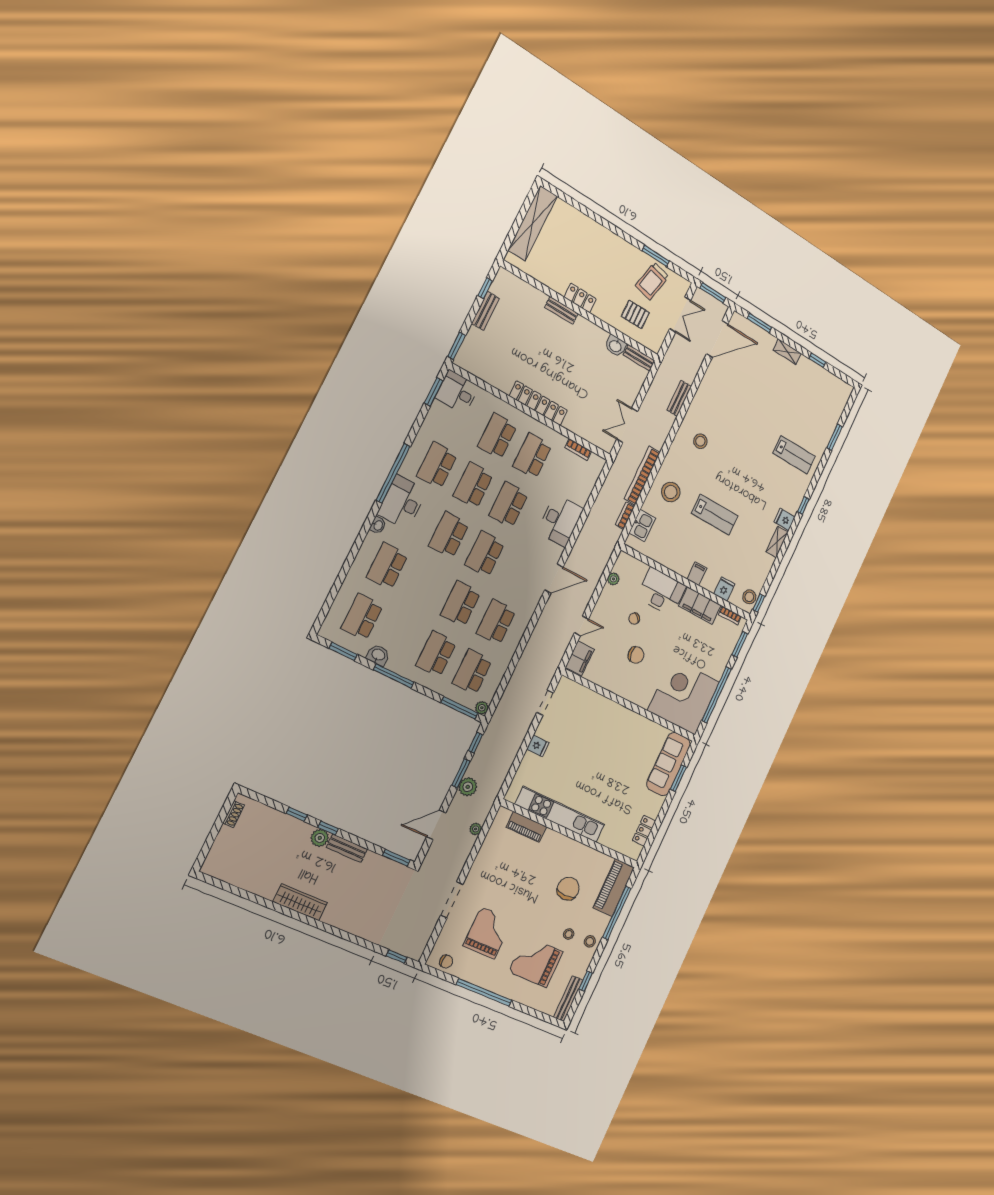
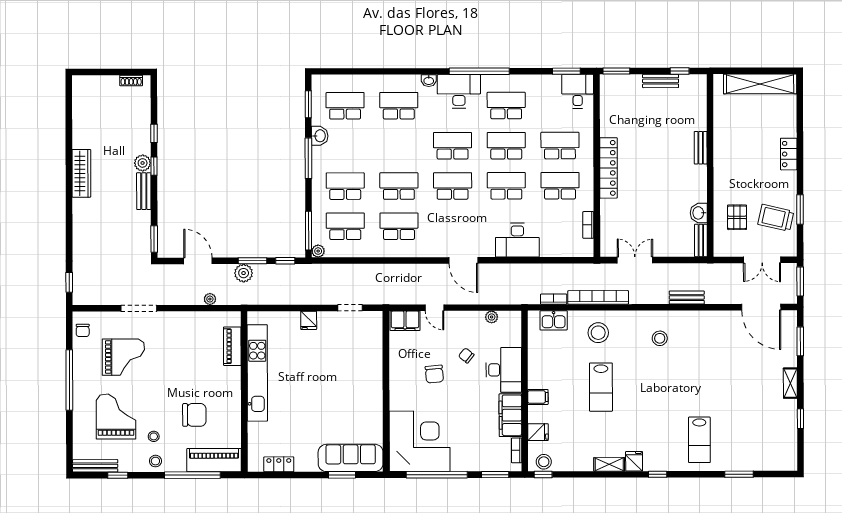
locker: (580, 298) -> (789, 154), moved, turned 180

